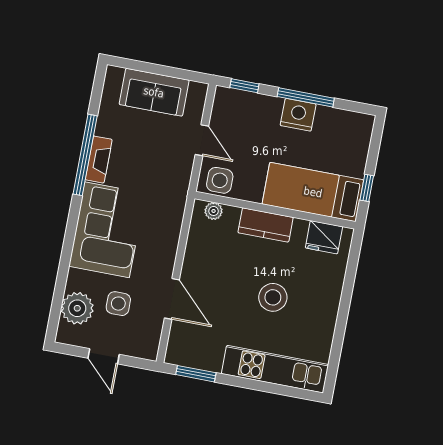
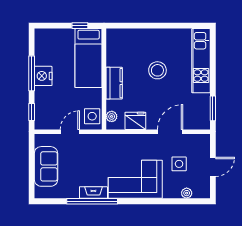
fridge: (324, 237) -> (135, 121), moved, turned -90
plant: (77, 308) -> (187, 193), width x0.53, depth x0.53

